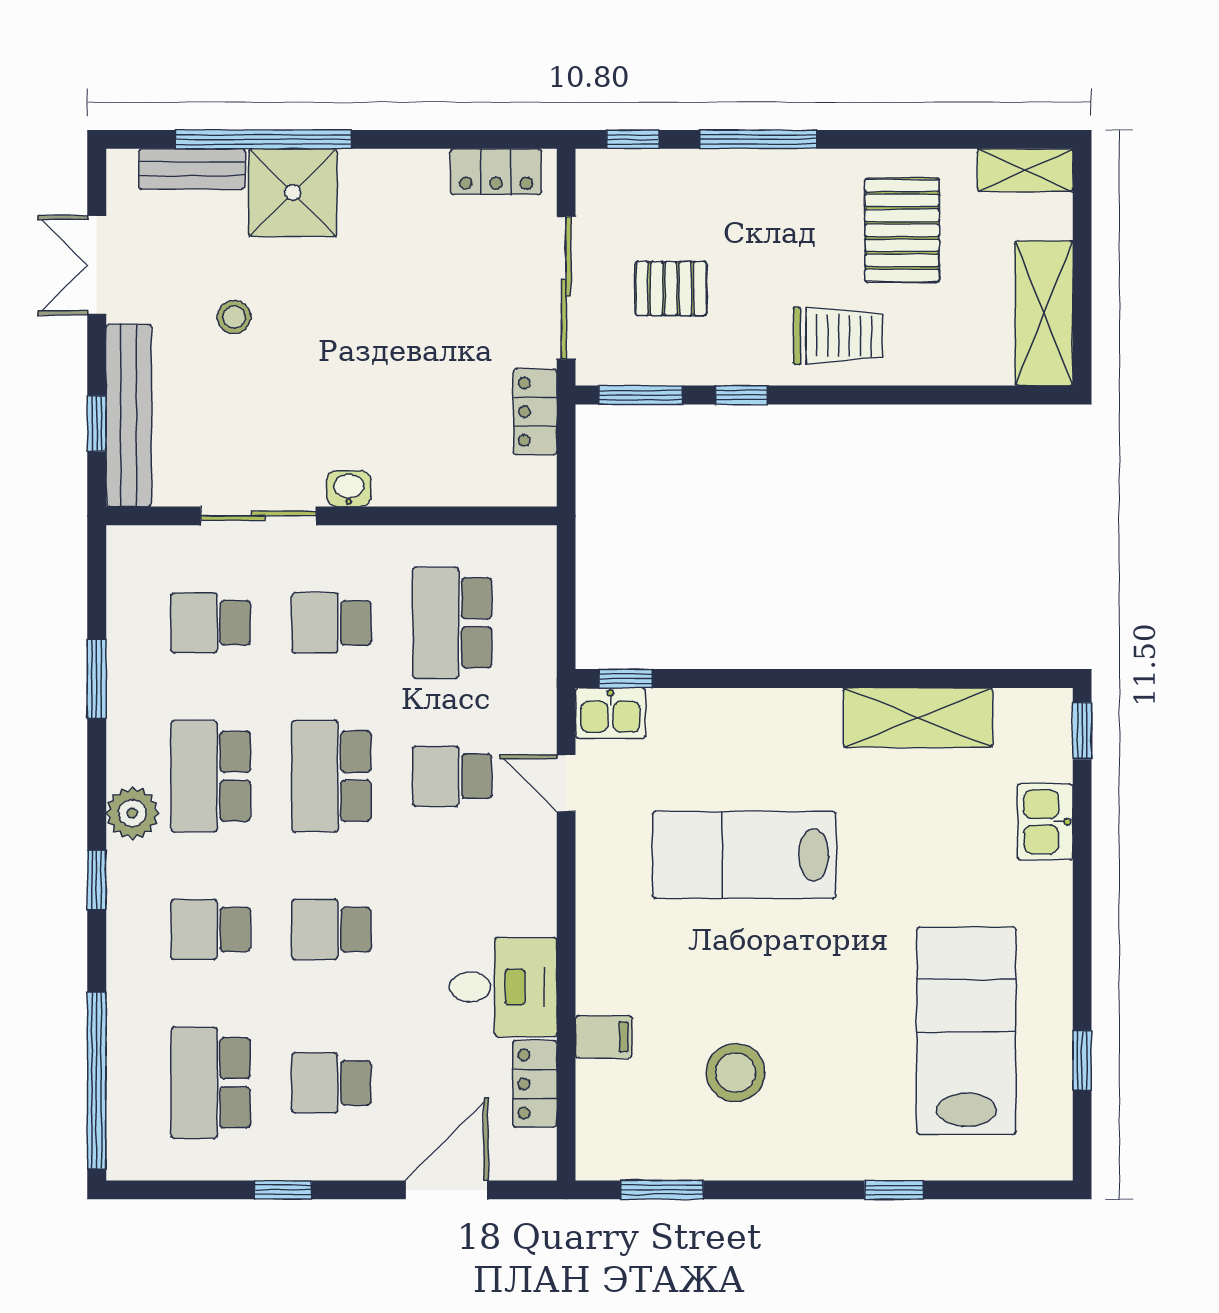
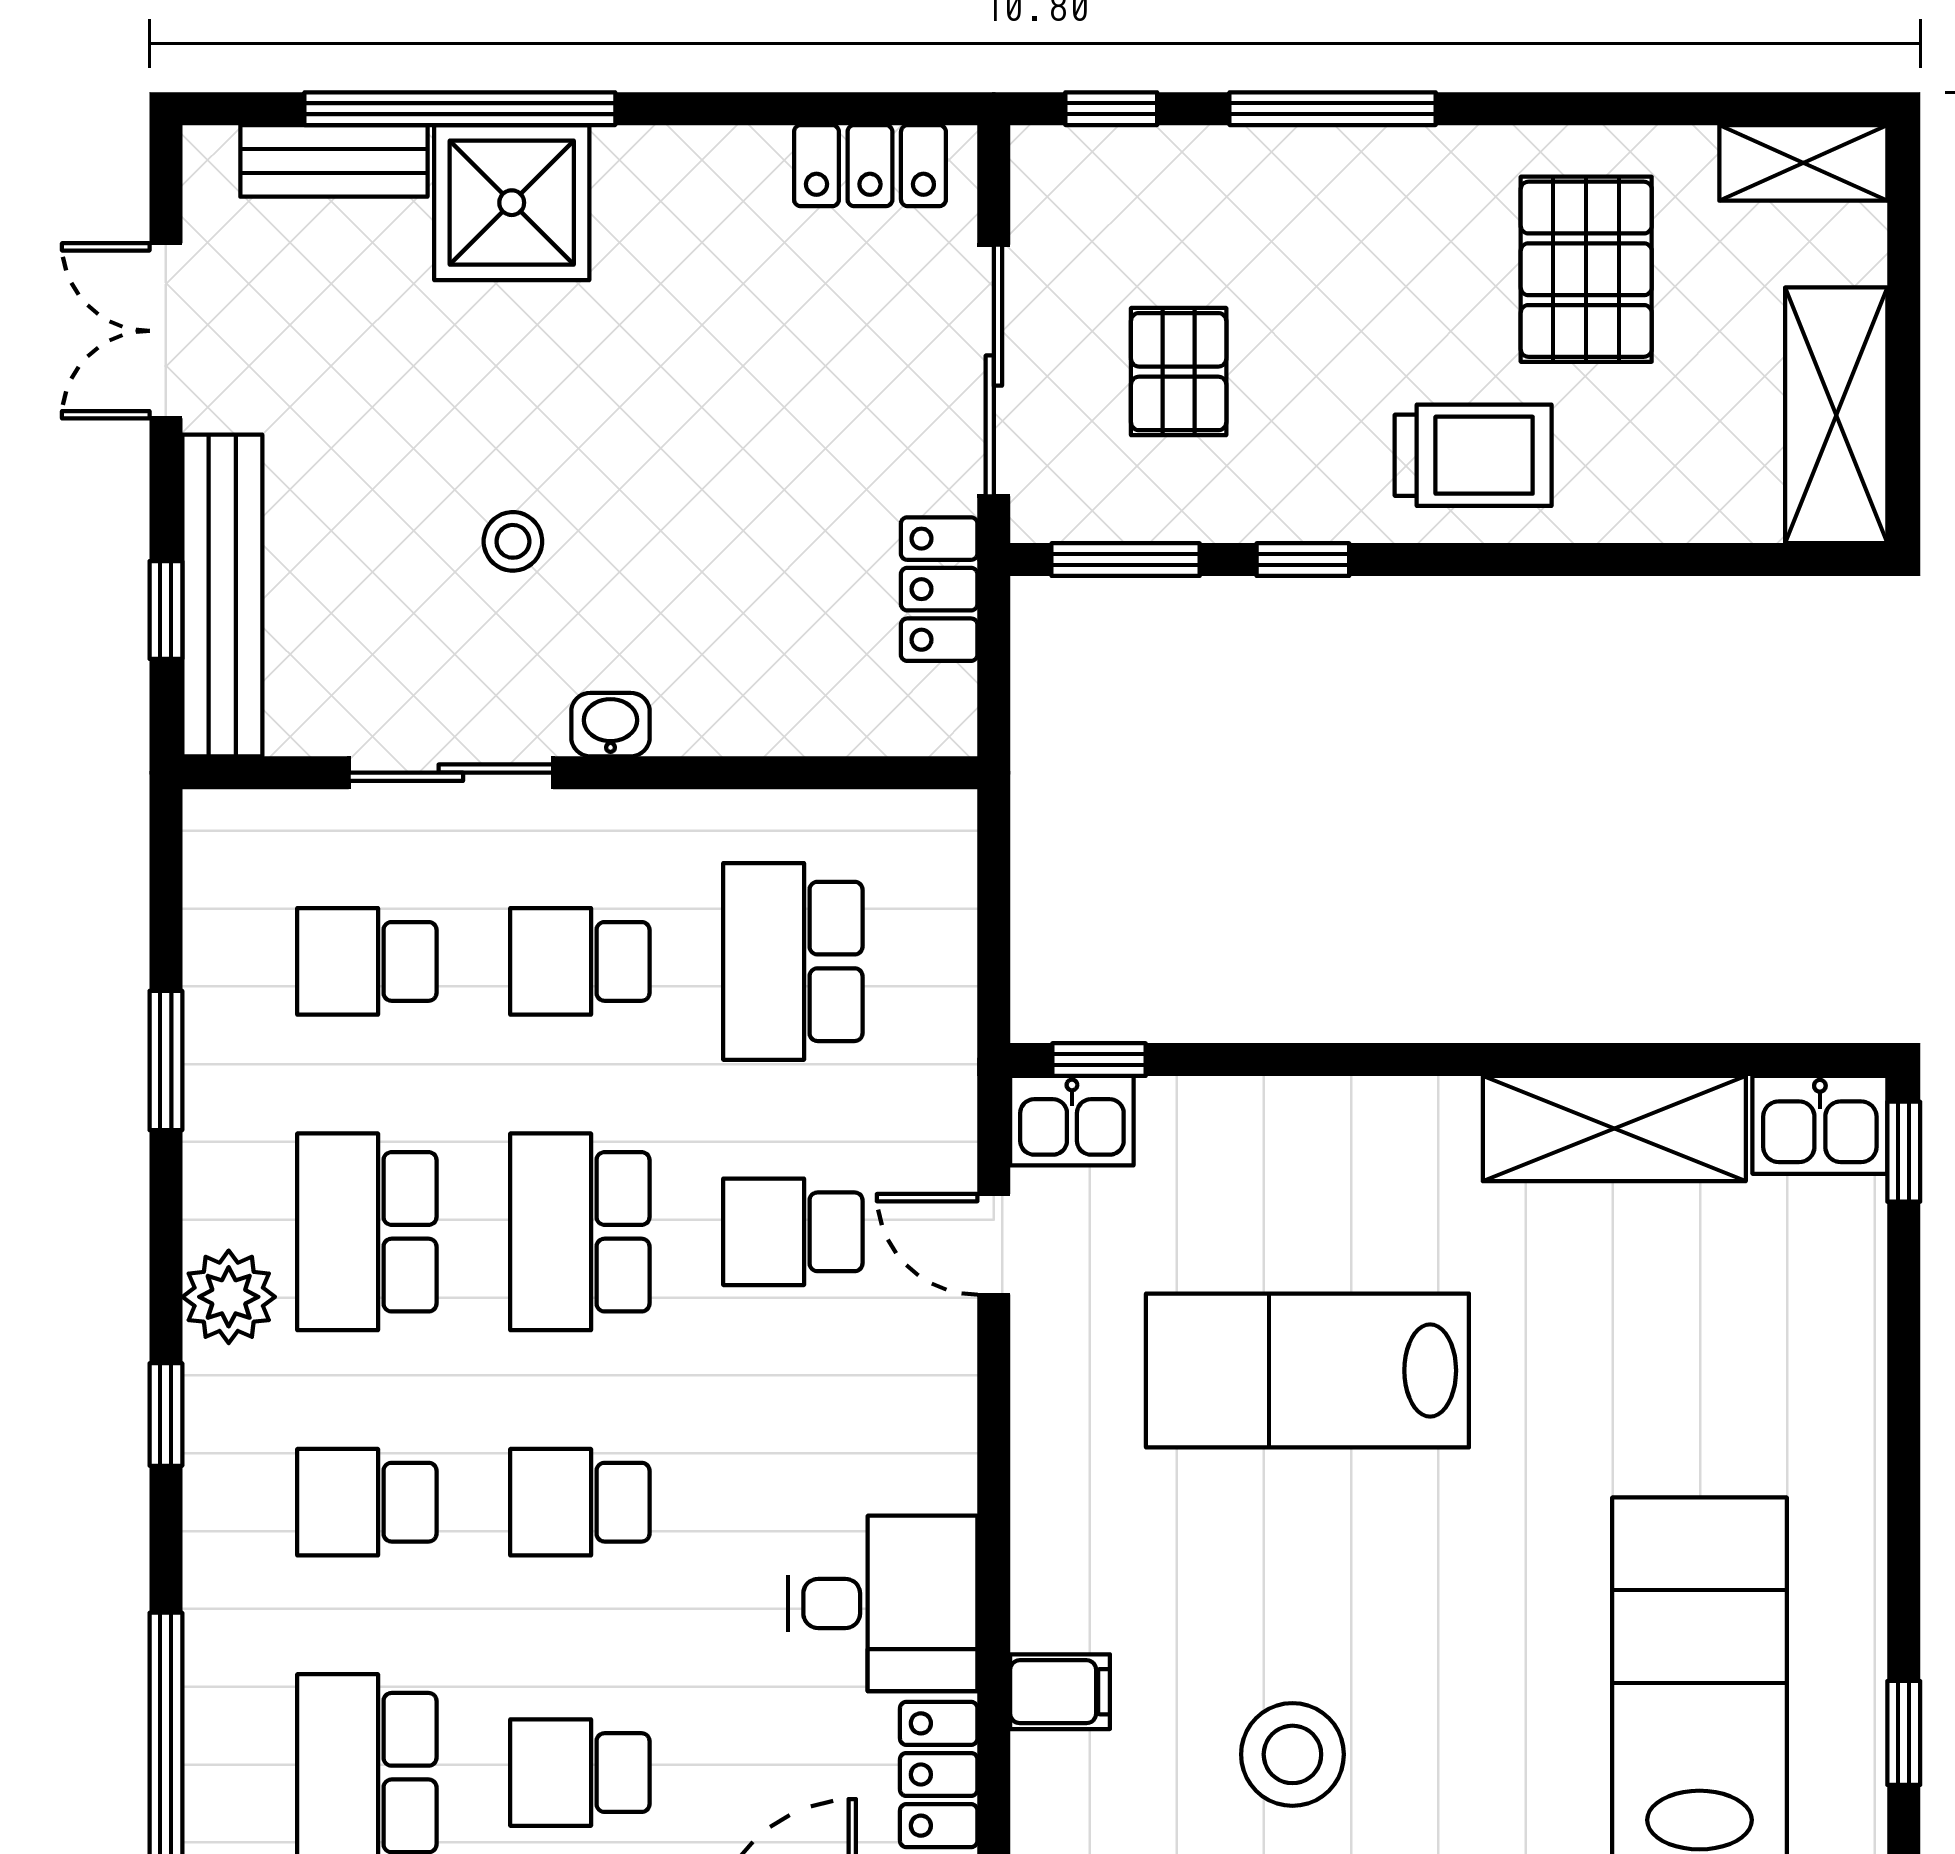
pallet: (671, 288) -> (1179, 372), turned 90
stool: (234, 317) -> (513, 541), moved
kitchen sink: (1045, 822) -> (1820, 1125), moved, turned -90

